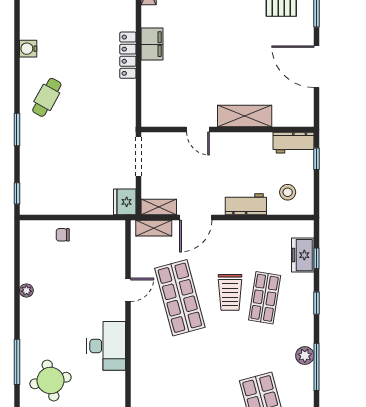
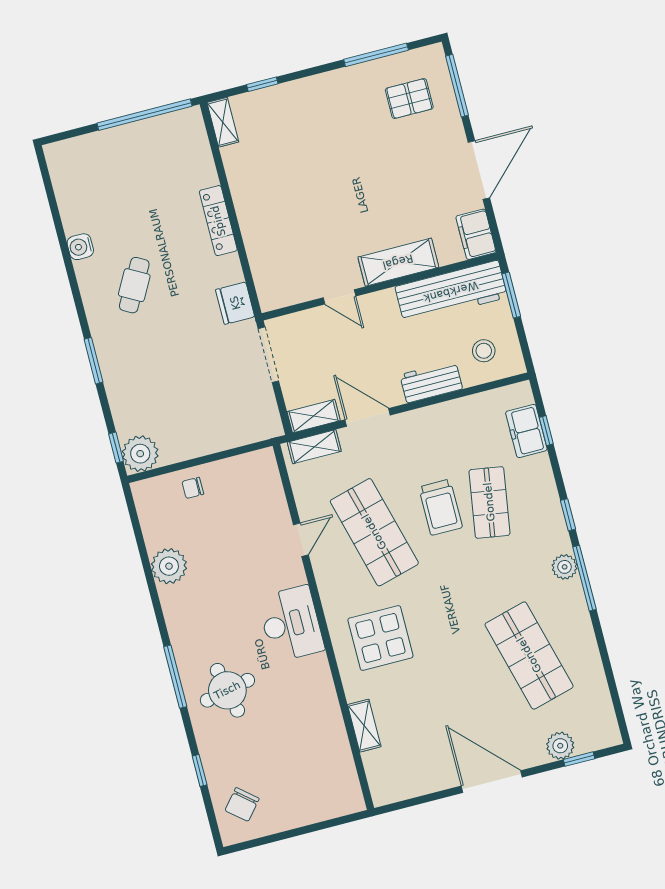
filing cabinet: (152, 44) -> (476, 234), moved, turned 180
door: (316, 67) -> (479, 170), swing flipped
cafe table: (47, 97) -> (134, 285), moved
workbench: (294, 143) -> (451, 292), width x1.88, depth x1.32
window: (316, 159) -> (511, 295), width x1.50
plant: (33, 202) -> (140, 454), added
fridge: (125, 202) -> (235, 303), moved
door: (196, 217) -> (368, 417), swing flipped
plant: (26, 290) -> (169, 566), width x1.88, depth x1.88
window: (316, 303) -> (568, 515), moved
display table: (165, 372) -> (380, 638), added

